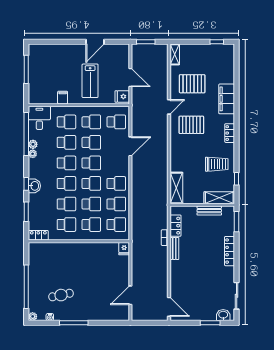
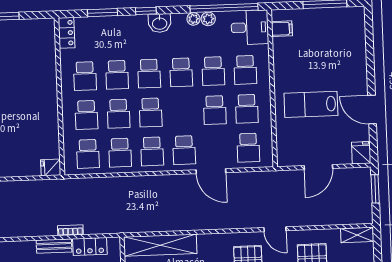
fridge: (122, 97) -> (361, 153), moved
filing cabinet: (63, 98) -> (282, 29), moved
school desk: (91, 163) -> (184, 150), moved
washbasin: (34, 186) -> (160, 23), moved
shelving: (176, 188) -> (160, 245), width x1.47

